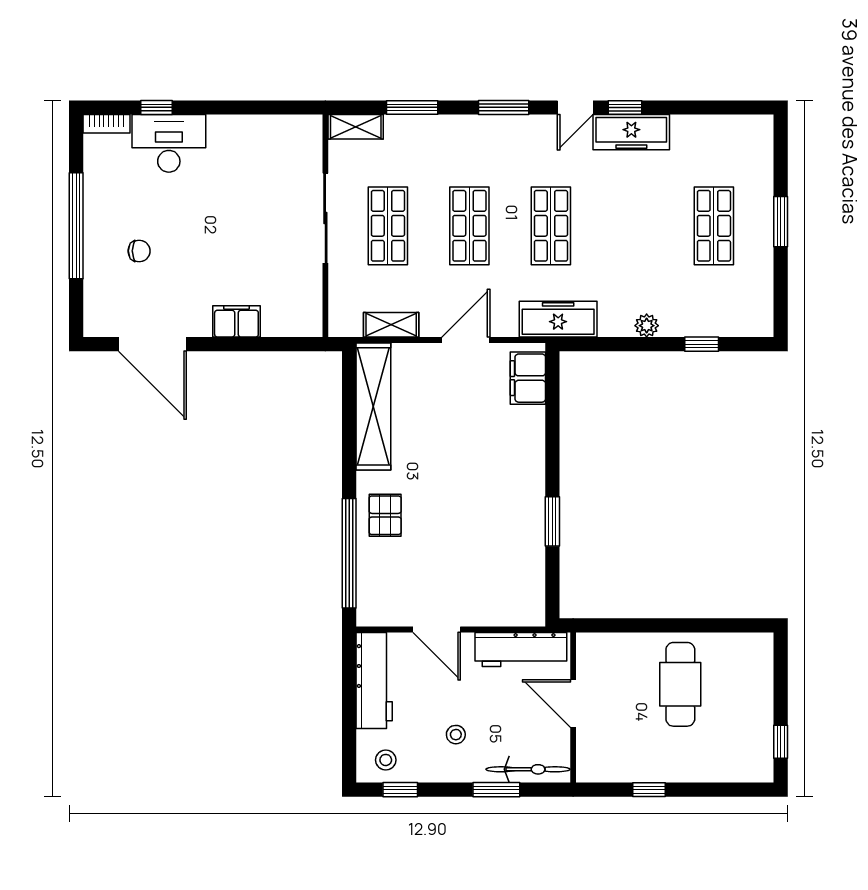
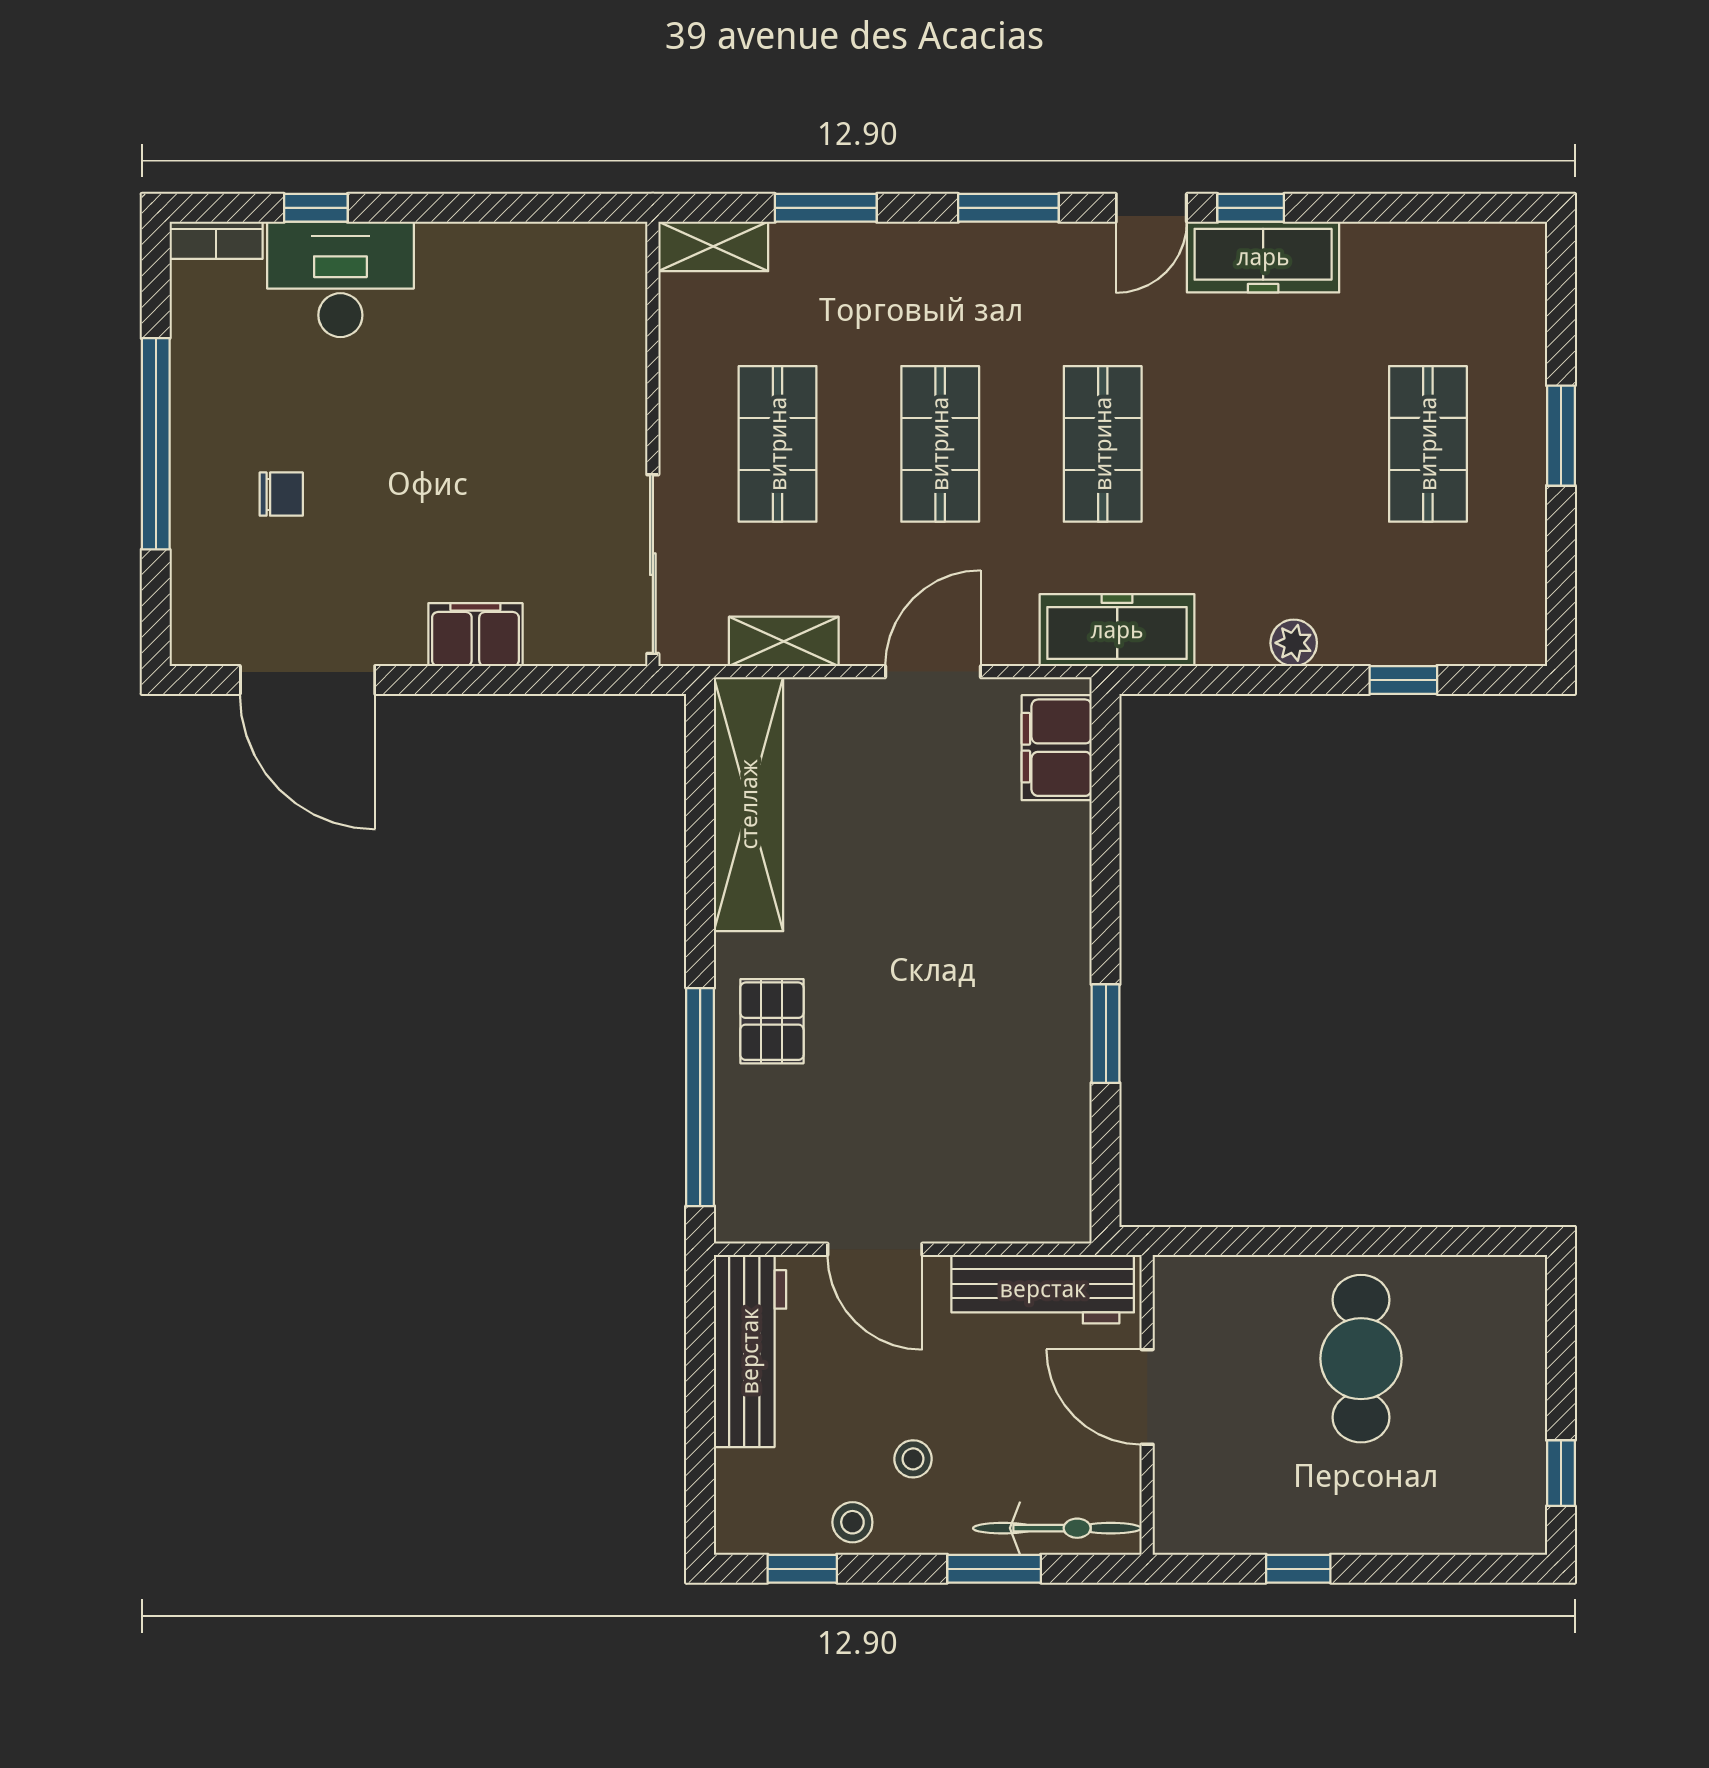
sliding door: (325, 218) -> (653, 564), moved
stool: (386, 760) -> (852, 1522), moved

